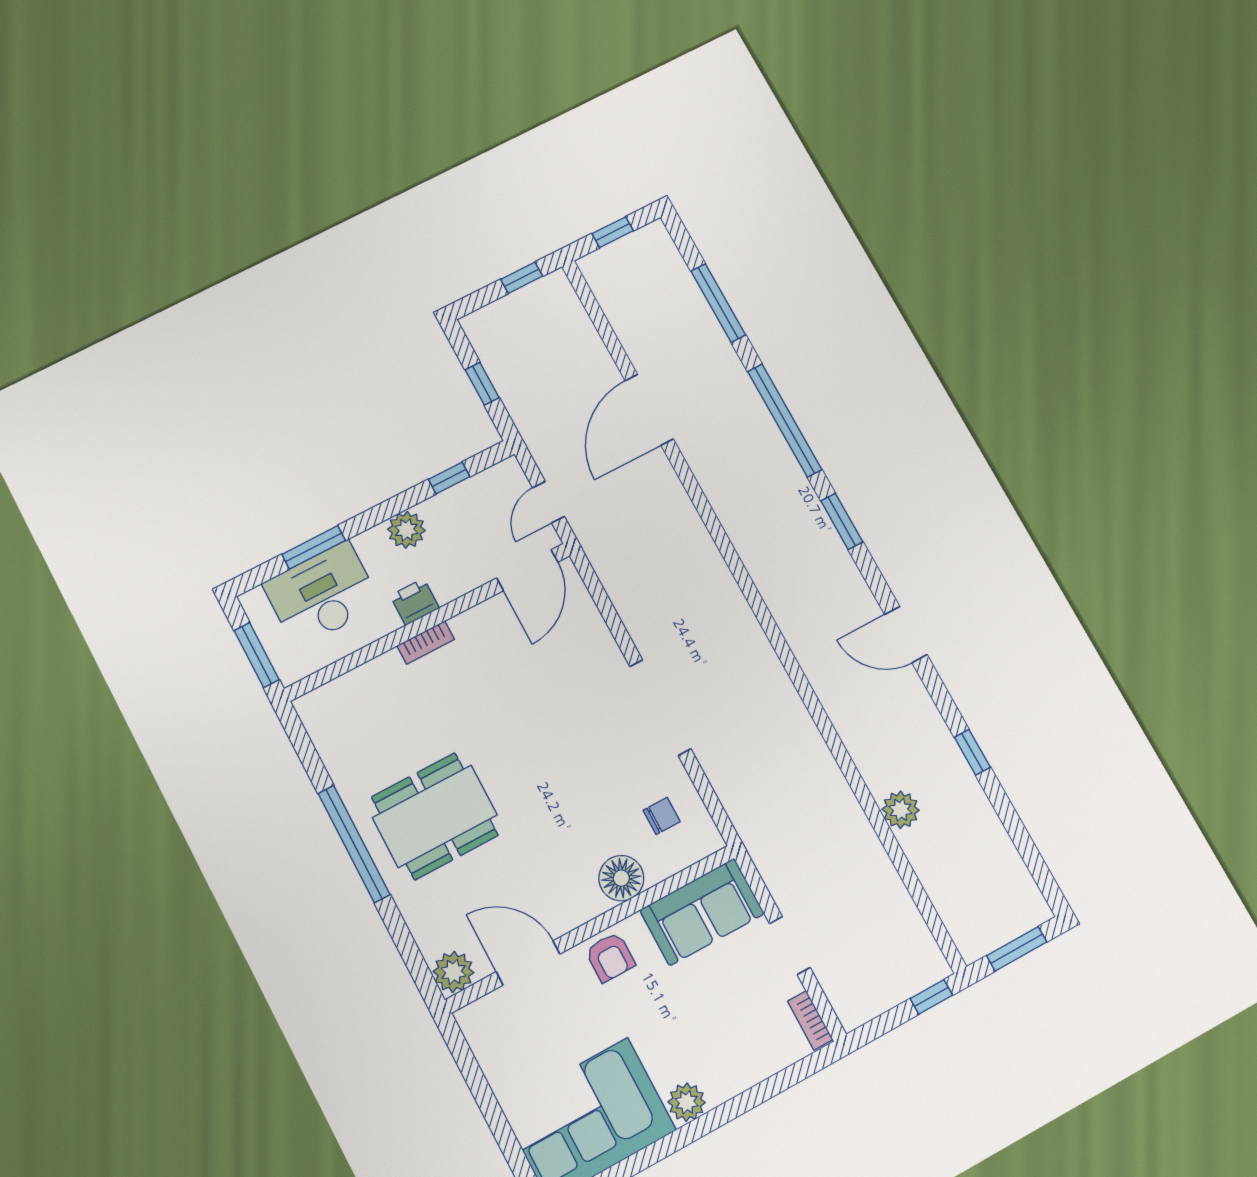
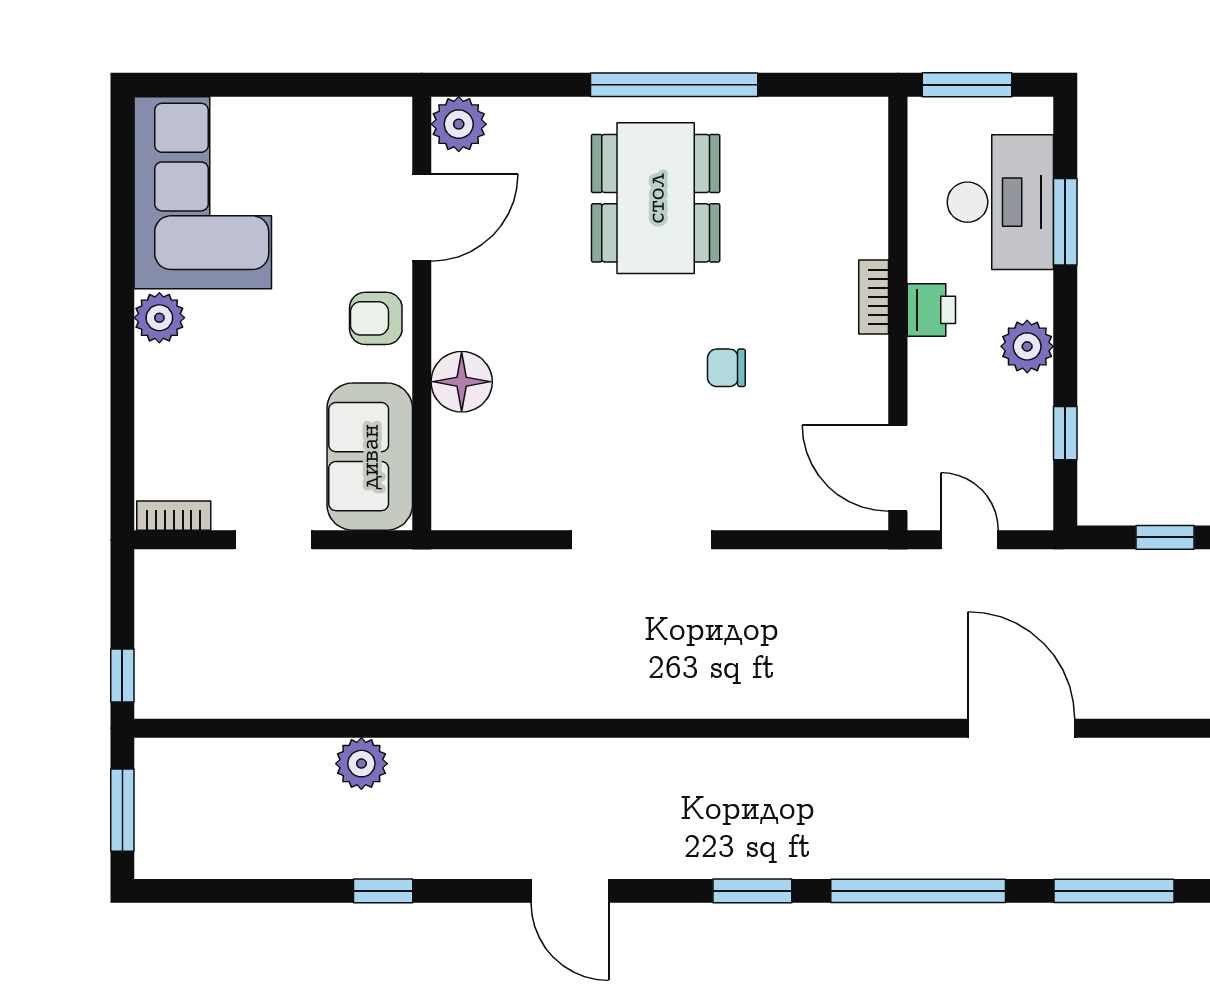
door: (906, 635) -> (570, 891), swing flipped
chair: (662, 816) -> (726, 368), moved, turned 90

